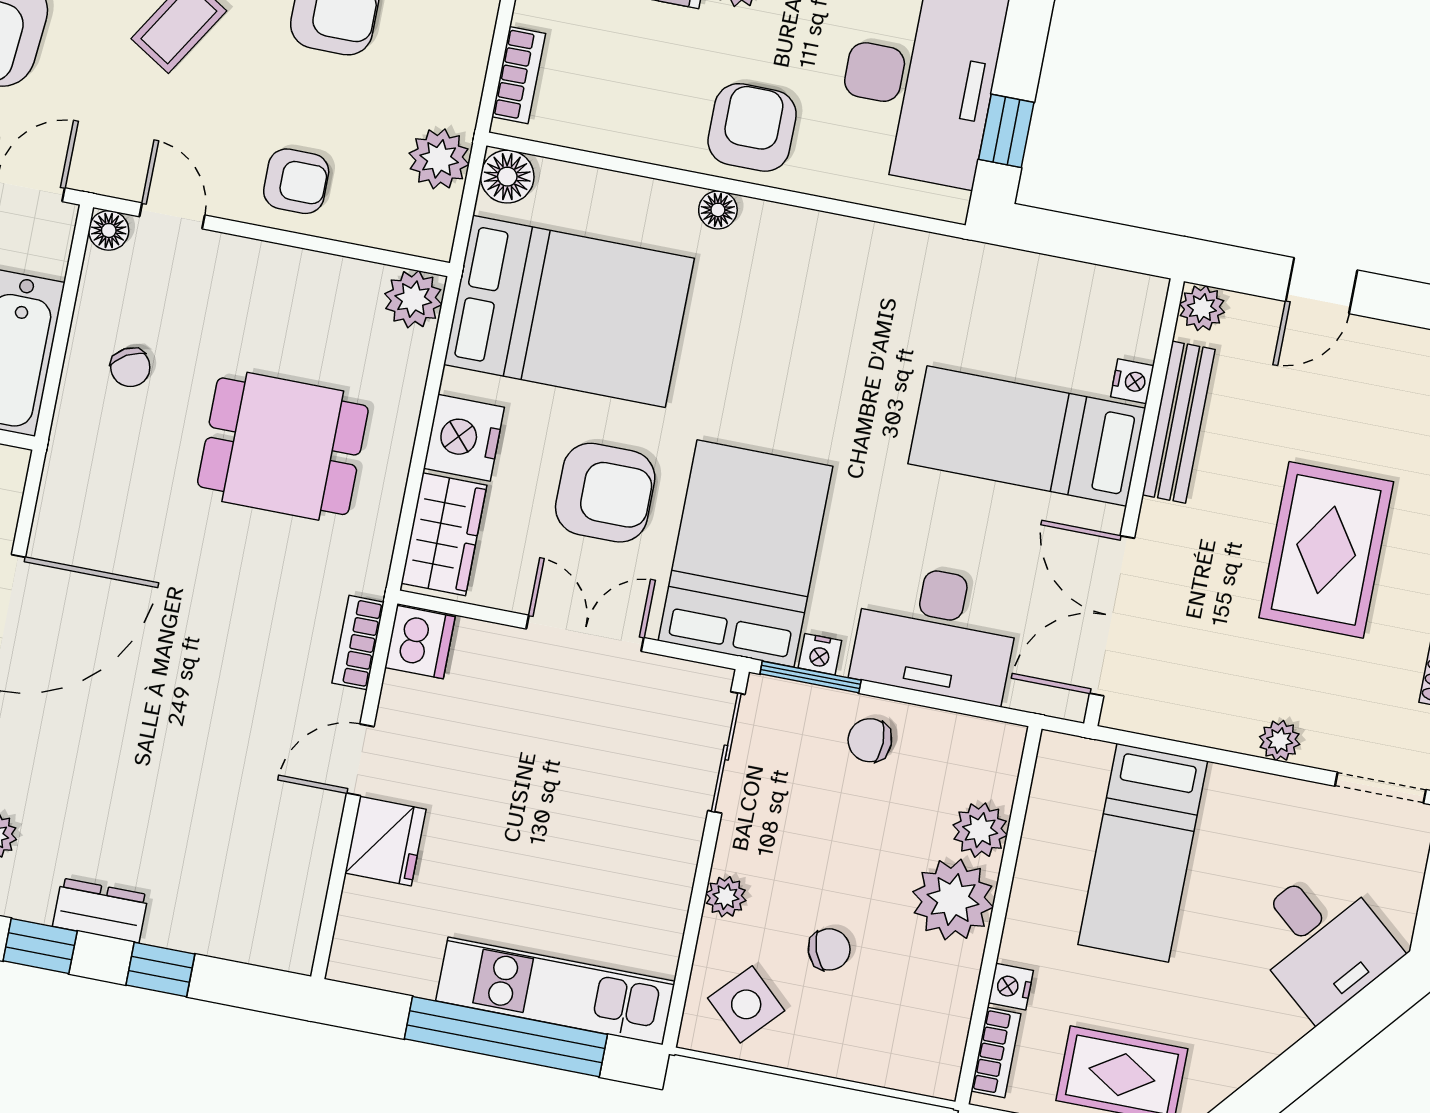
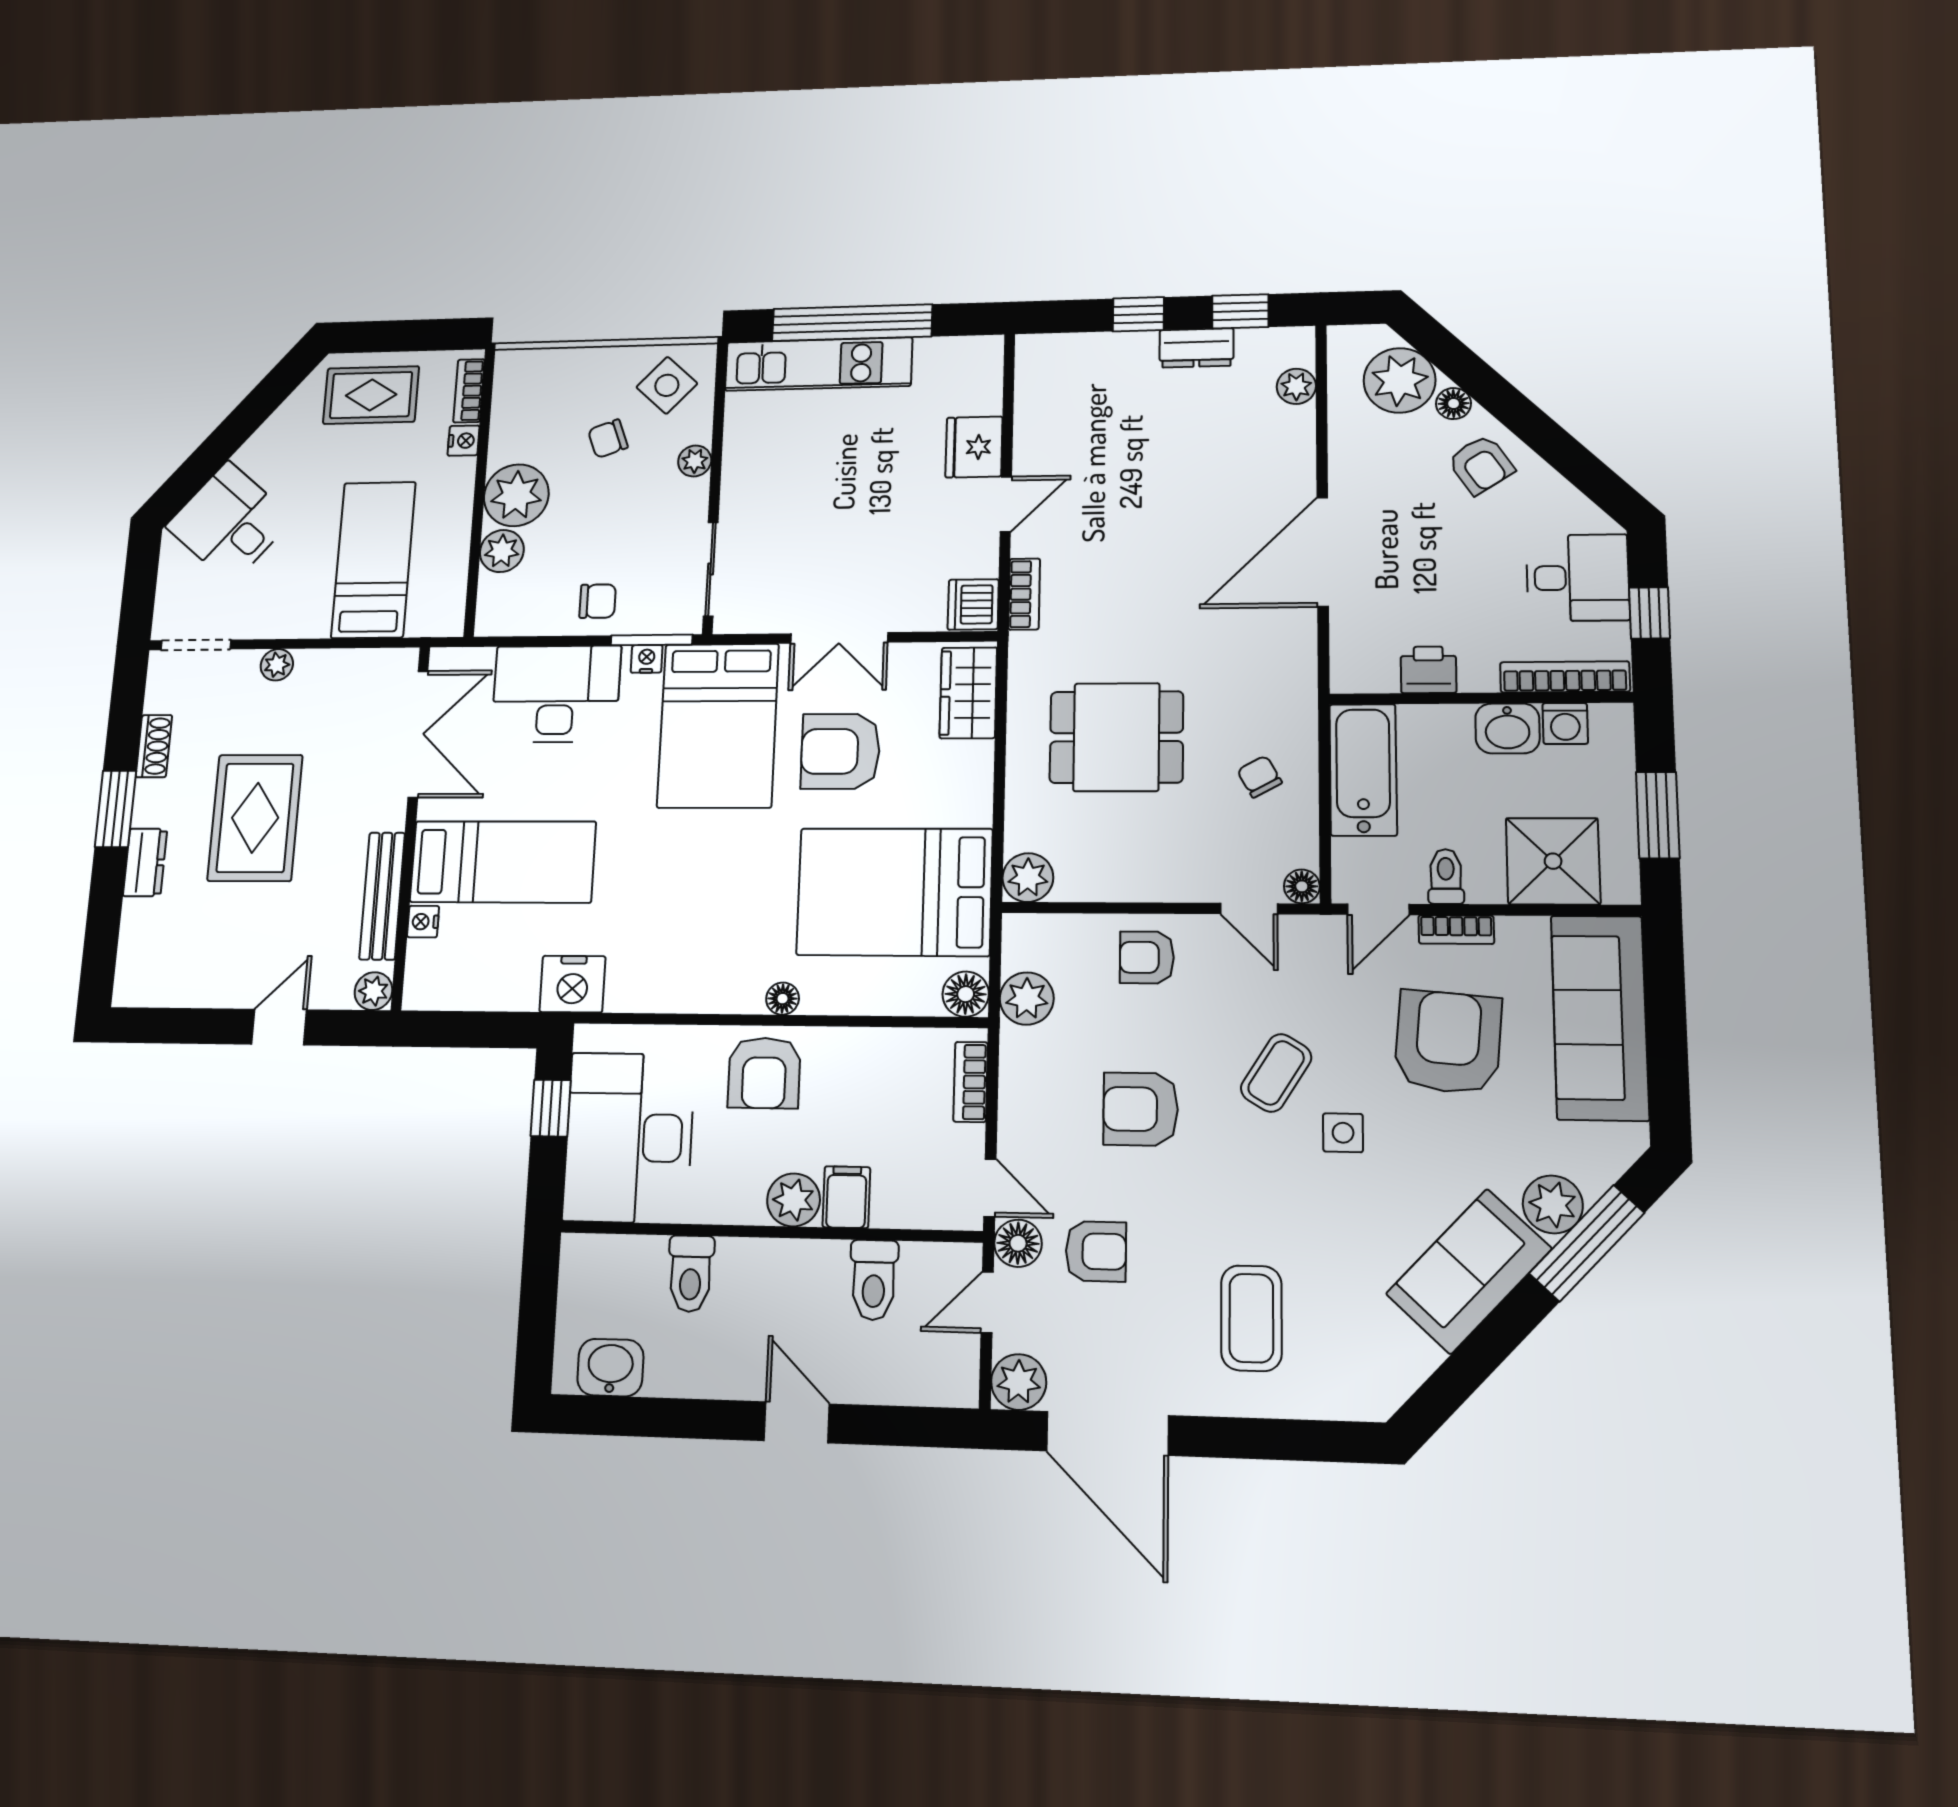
nightstand: (464, 438) -> (572, 984), moved, turned 90

